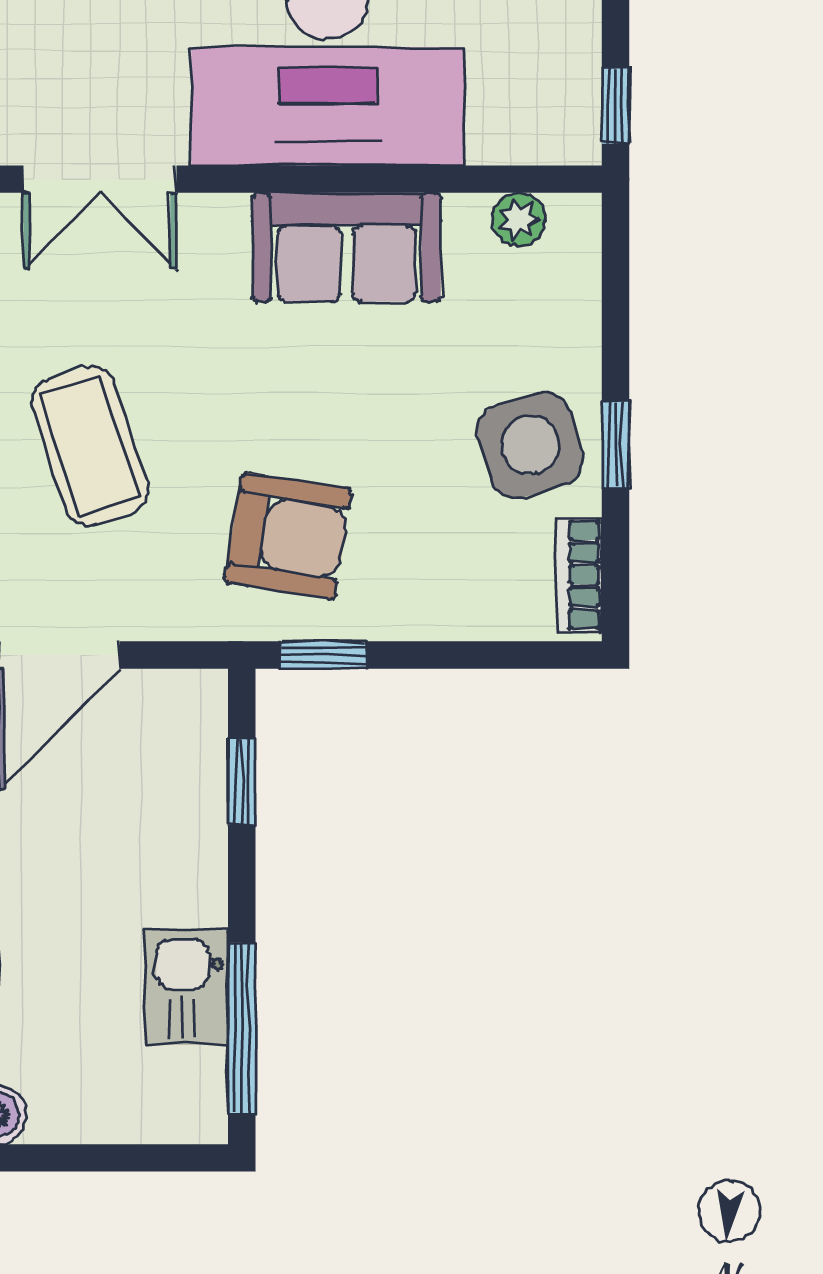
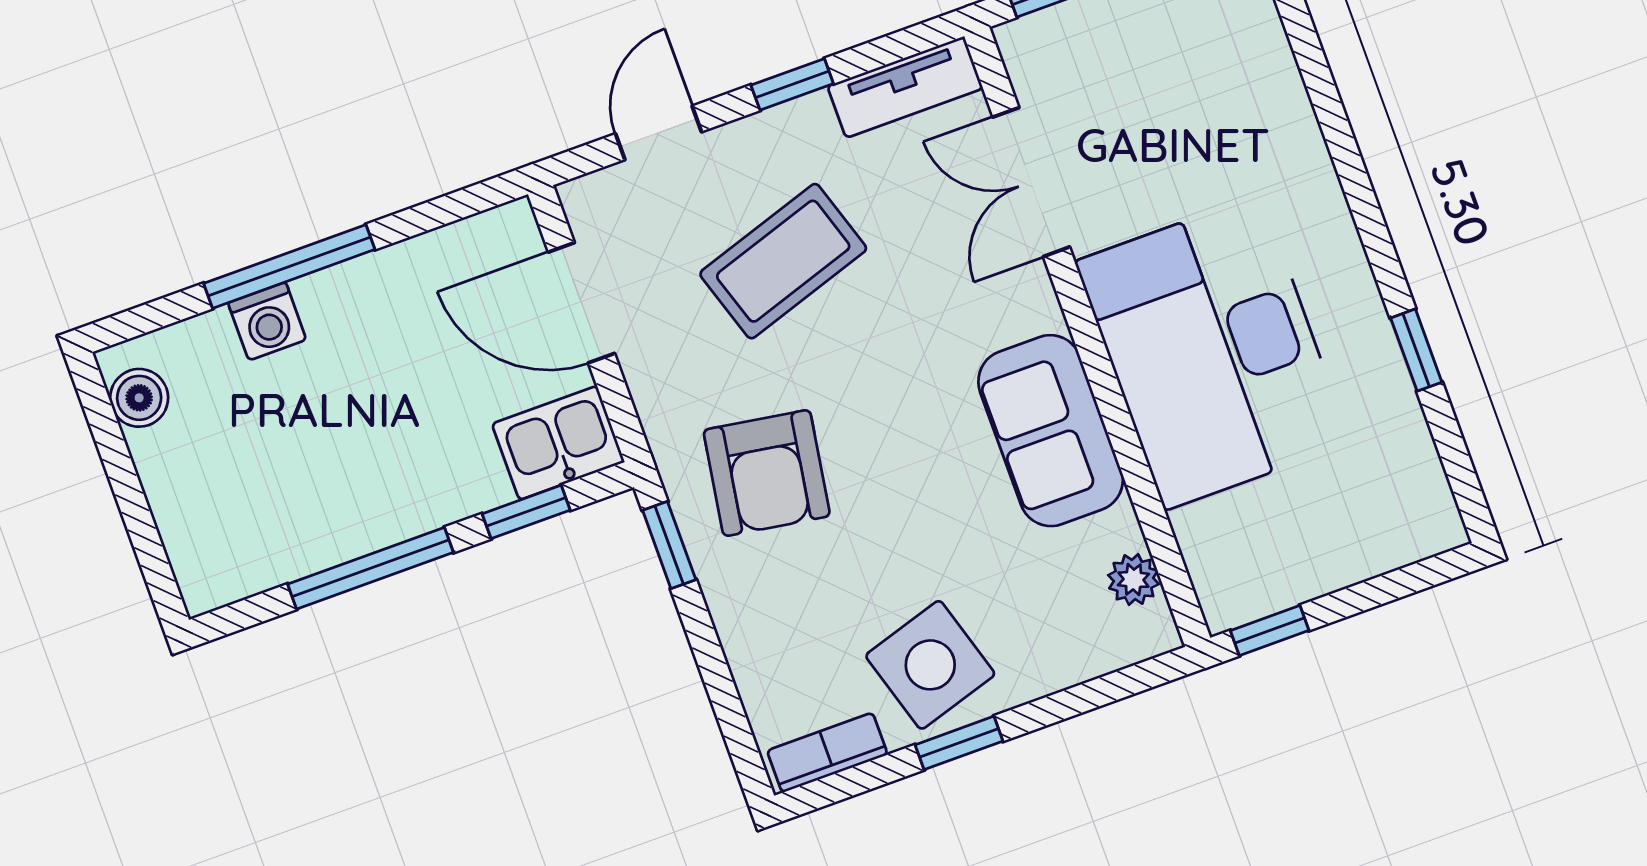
kitchen sink: (186, 987) -> (558, 443), moved
window: (242, 1028) -> (371, 568), moved

